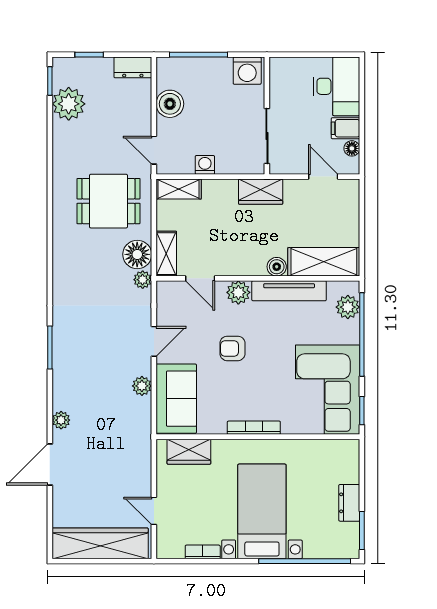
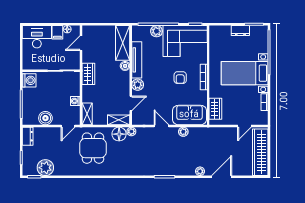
plant: (348, 307) -> (156, 31), moved
armchair: (232, 348) -> (180, 78), moved
door: (50, 465) -> (222, 177), swing flipped

